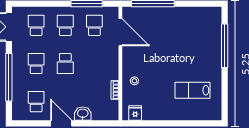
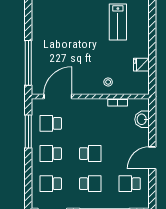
school desk: (36, 64) -> (90, 184), turned 180
fridge: (135, 113) -> (141, 65), moved
washbasin: (83, 114) -> (142, 119), moved

